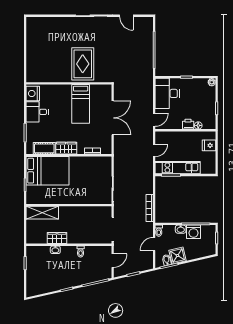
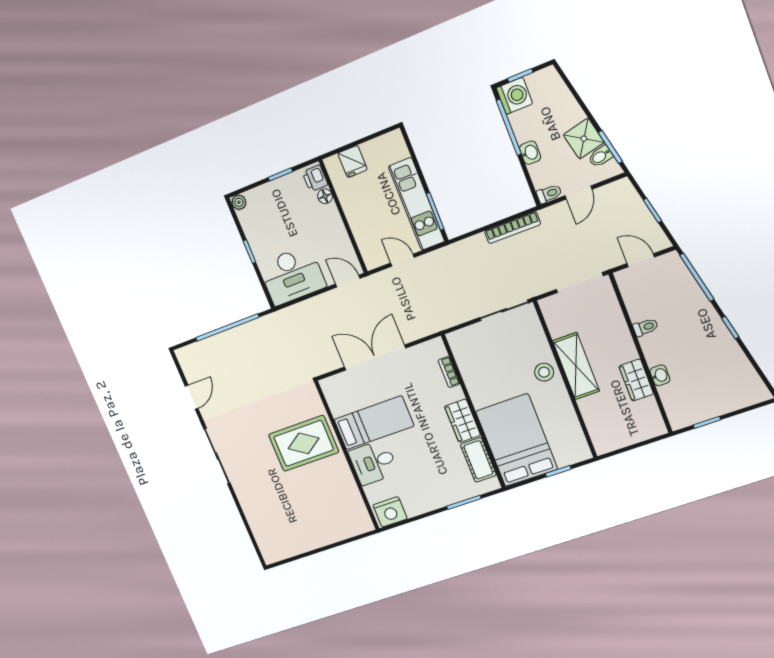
desk: (37, 112) -> (373, 462), moved, turned 90
printer: (188, 124) -> (315, 178), moved
stool: (76, 197) -> (544, 372), added
shelving: (42, 213) -> (576, 366), moved
washing machine: (194, 232) -> (514, 96), moved
door: (154, 244) -> (578, 192), hinge flipped

